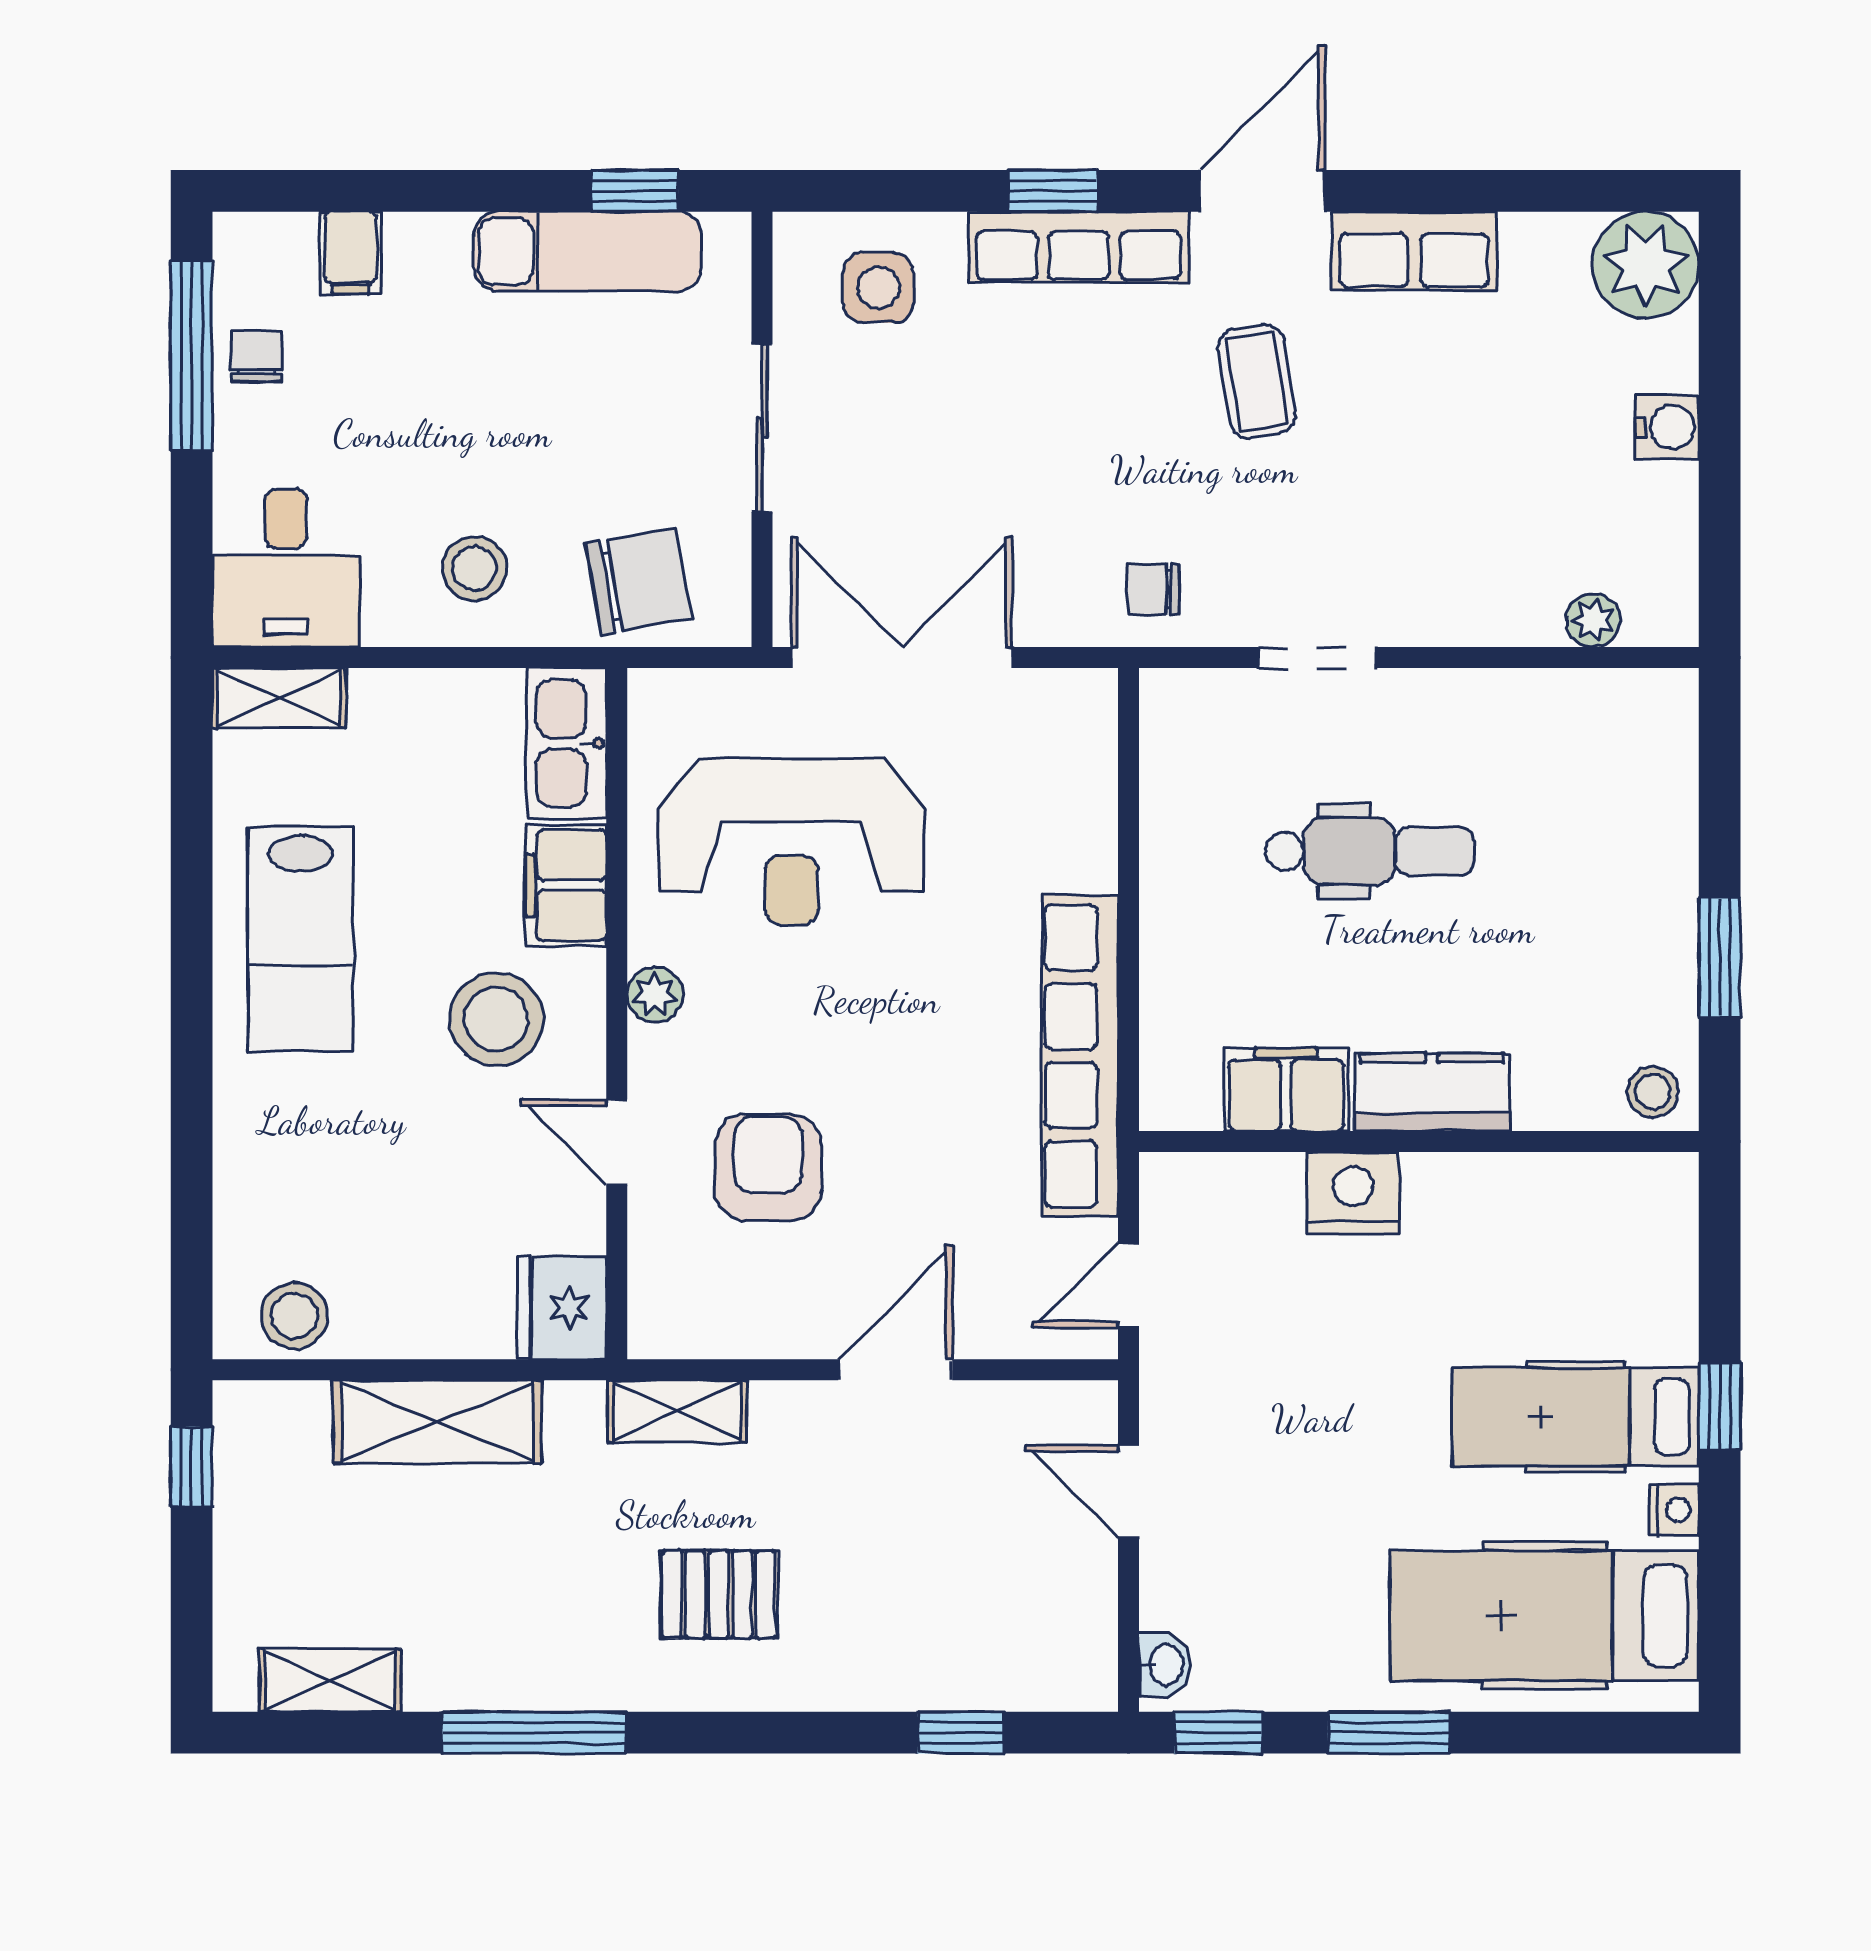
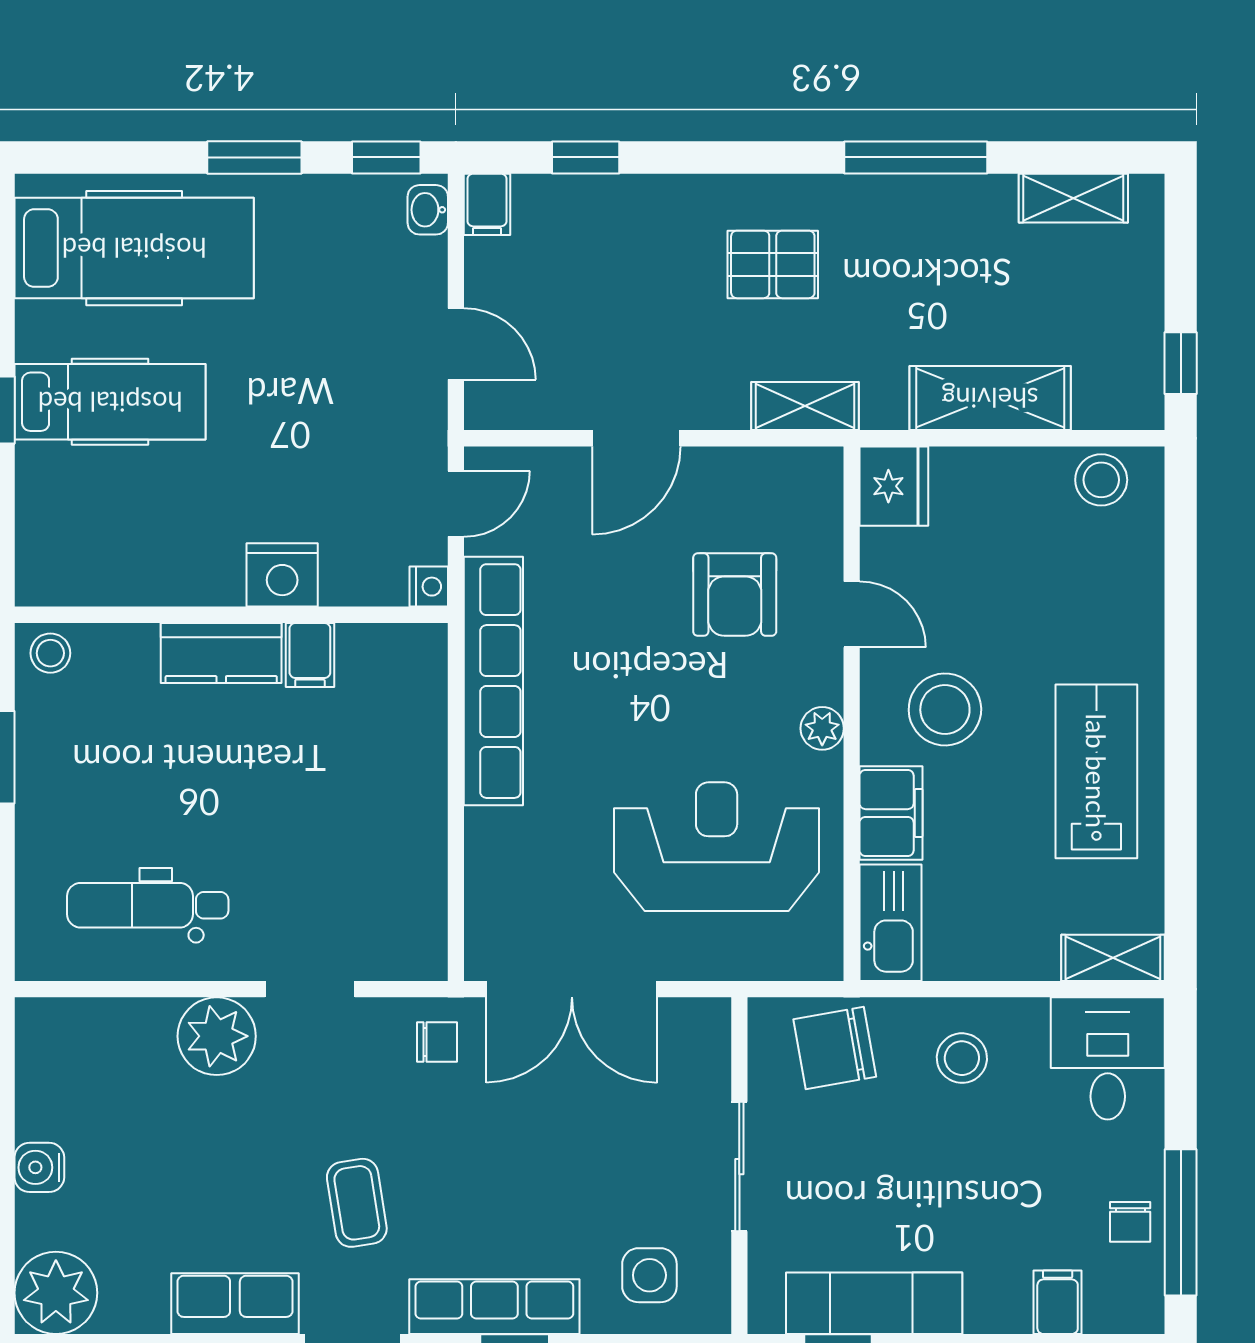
plant: (1593, 620) -> (217, 1036), moved, width x1.88, depth x1.88
double door: (902, 657) -> (572, 989), moved
dental chair: (1370, 851) -> (148, 905), moved
filing cabinet: (1286, 1090) -> (310, 655), width x0.50
nightstand: (1674, 1510) -> (429, 587), moved, turned 180
filing cabinet: (1088, 1672) -> (487, 204), added

